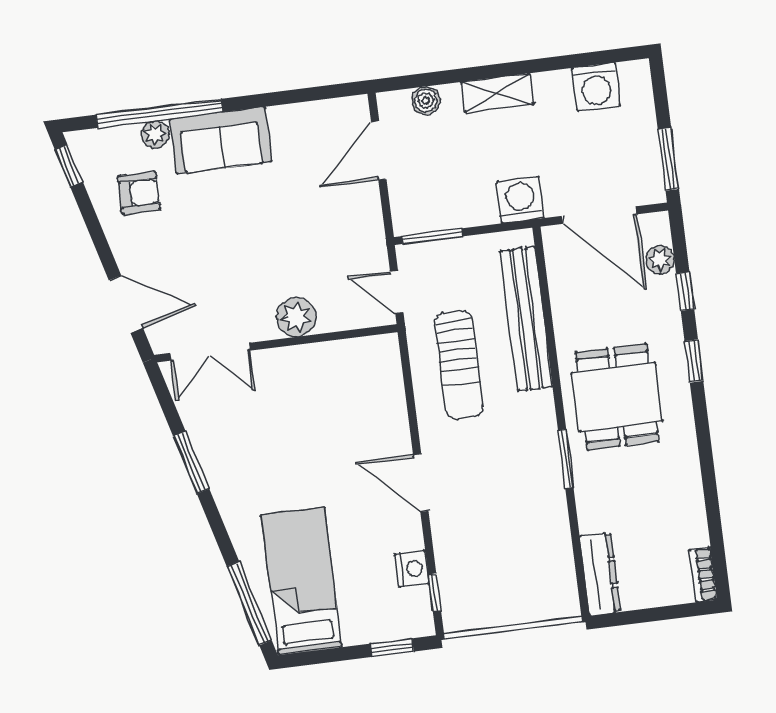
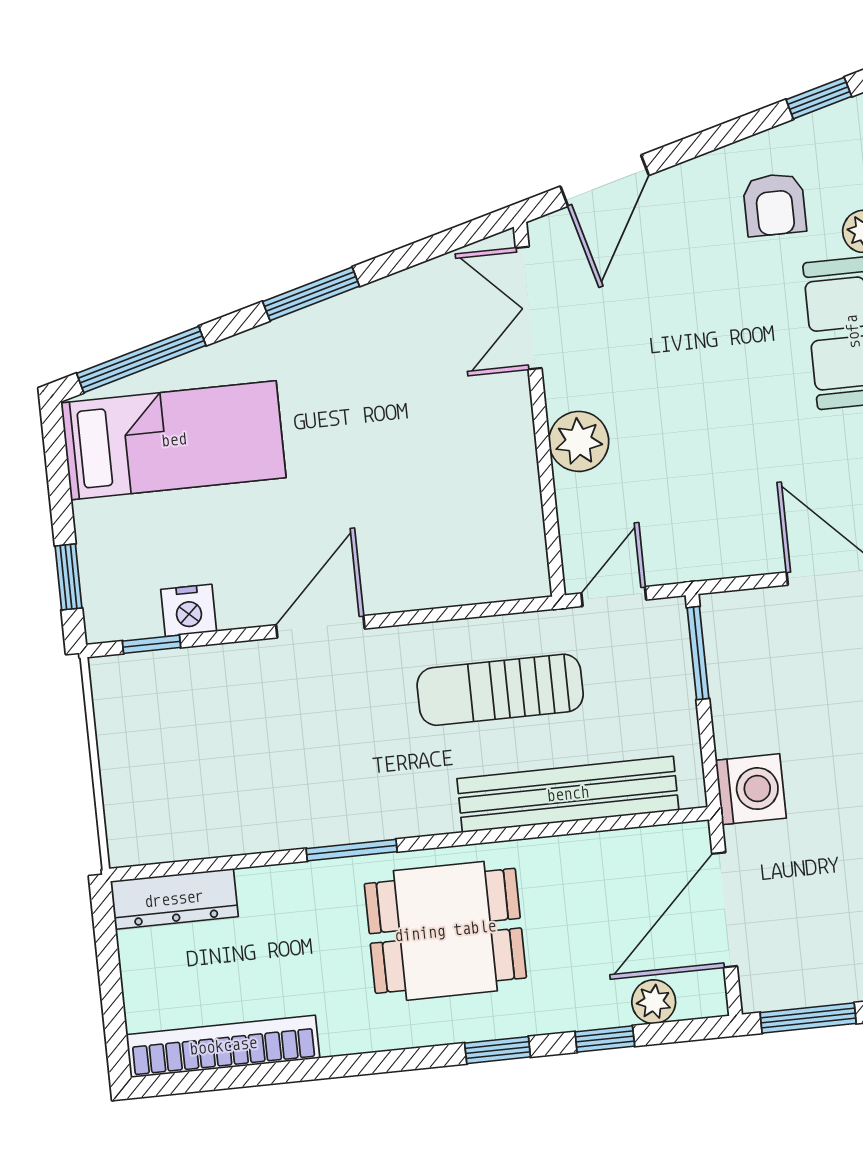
window: (191, 462) -> (311, 294), moved
bookcase: (703, 574) -> (223, 1046), width x2.31, depth x1.31

